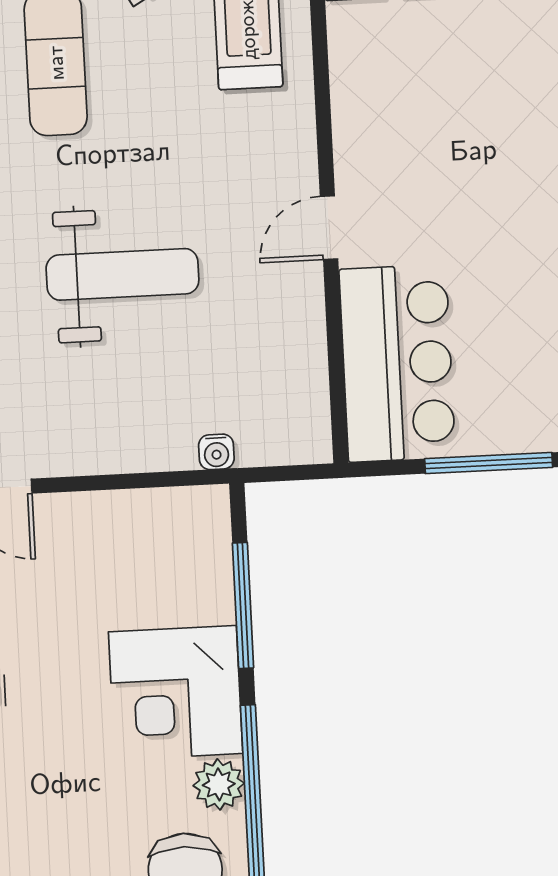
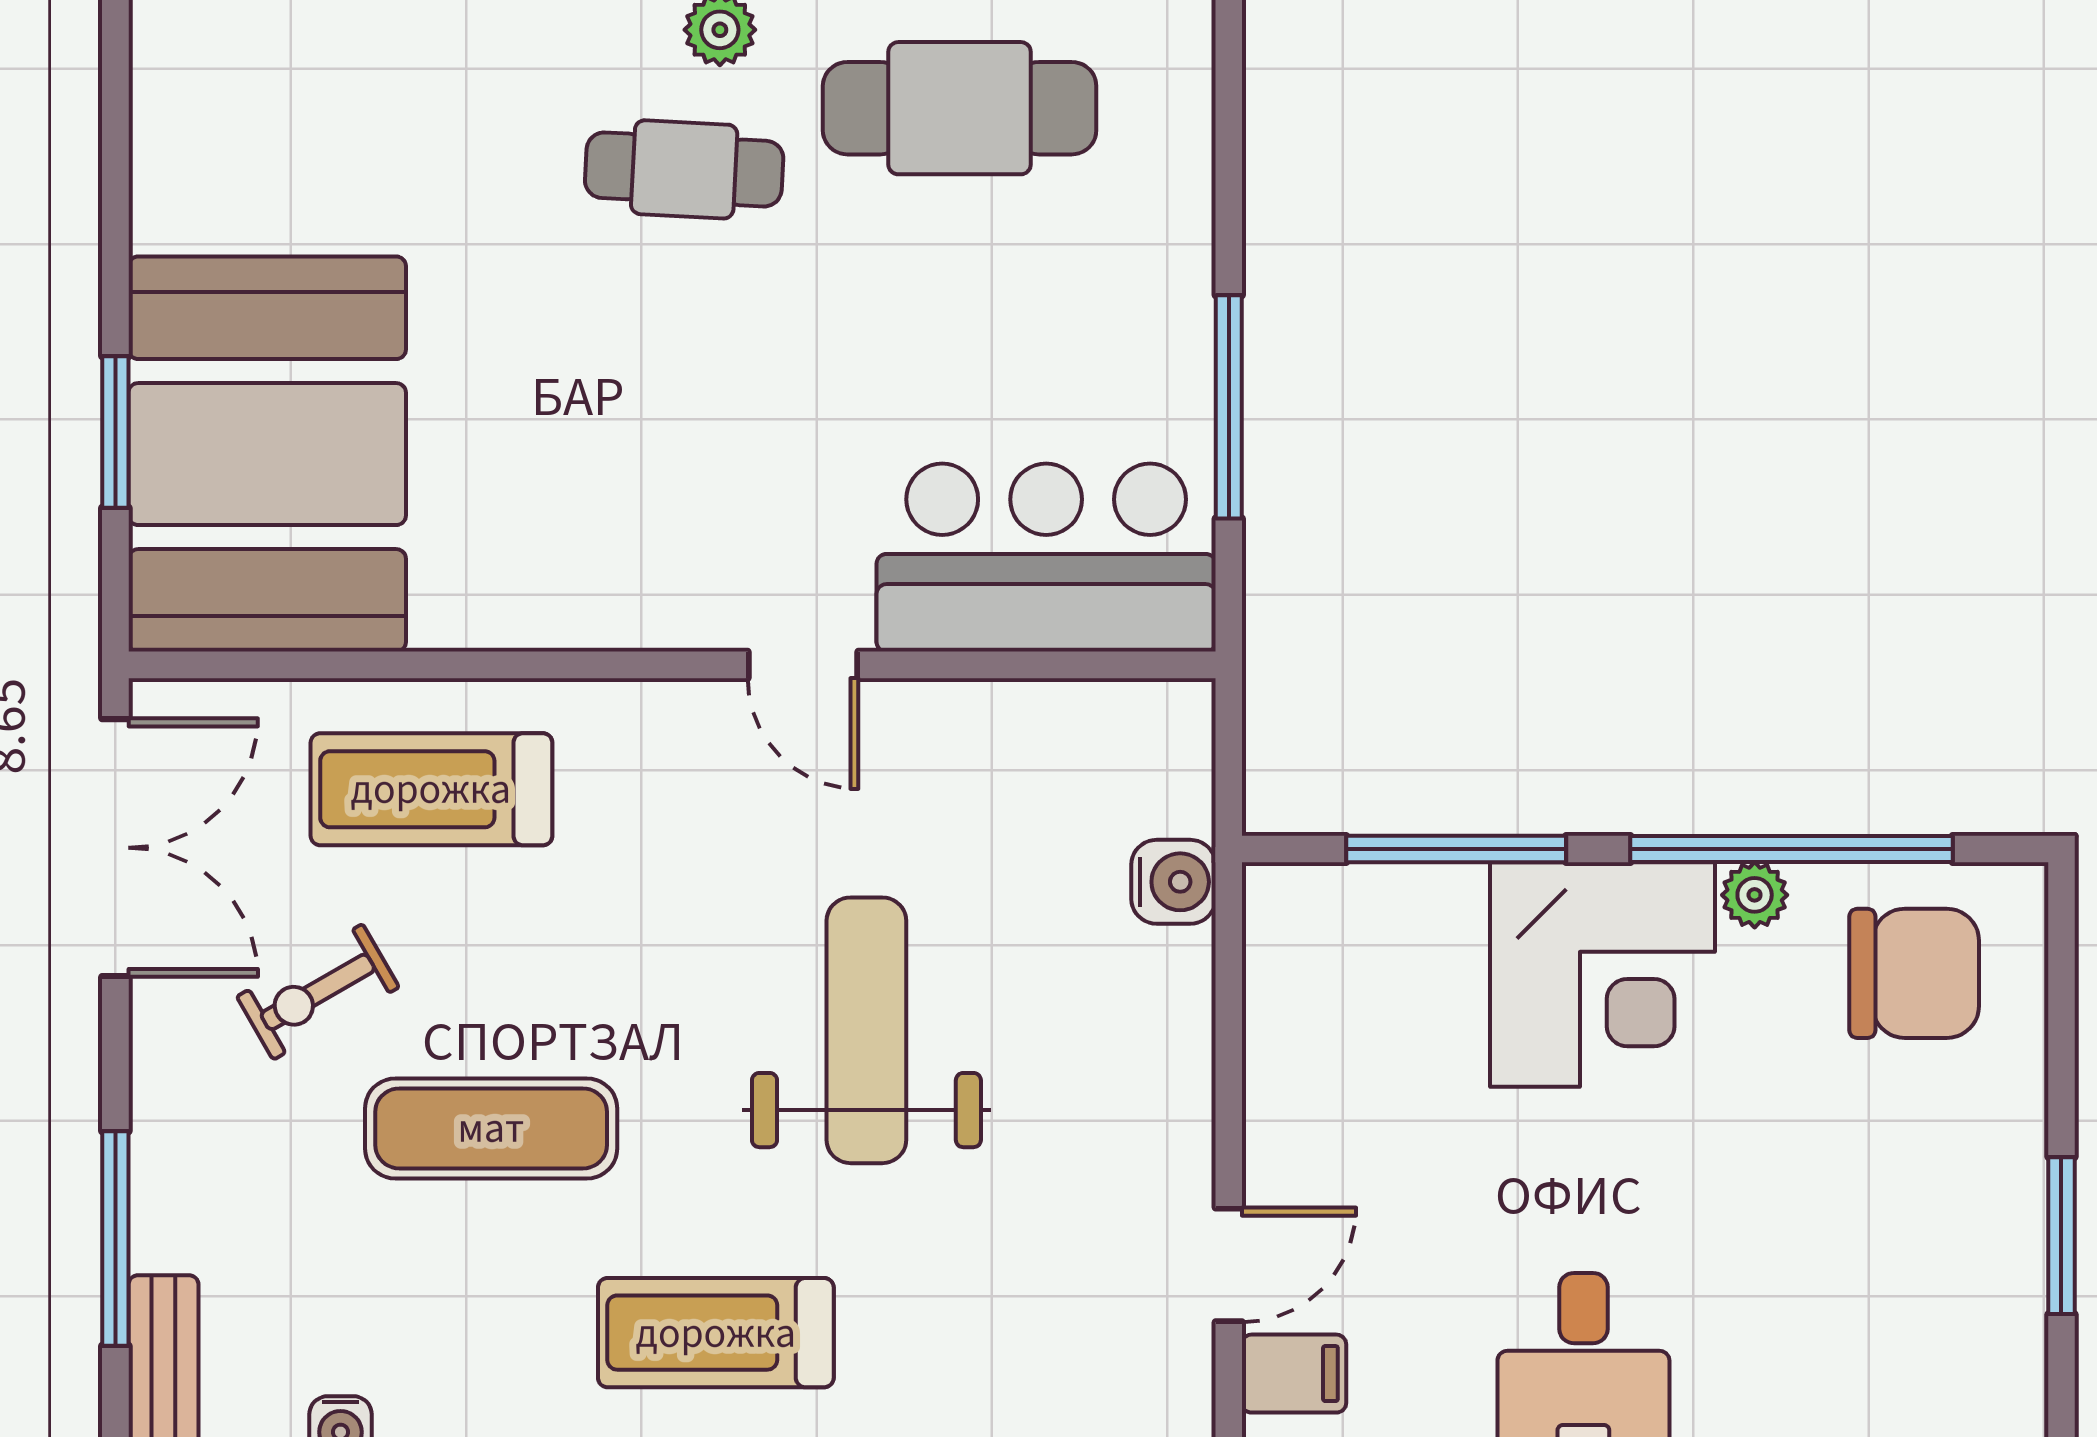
water cooler: (216, 452) -> (1173, 882), width x1.38, depth x1.38
plant: (219, 784) -> (1755, 895), width x0.73, depth x0.73

